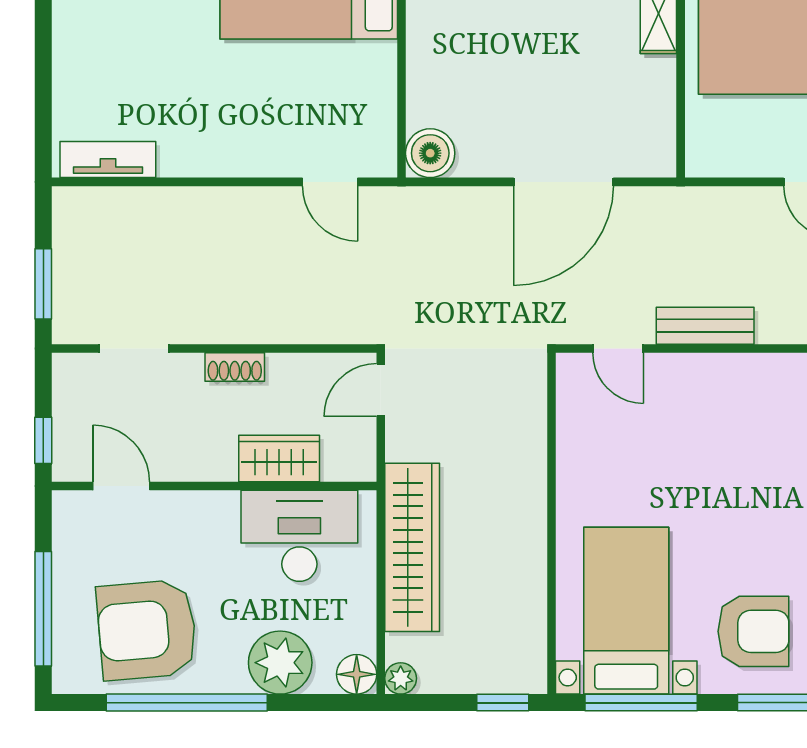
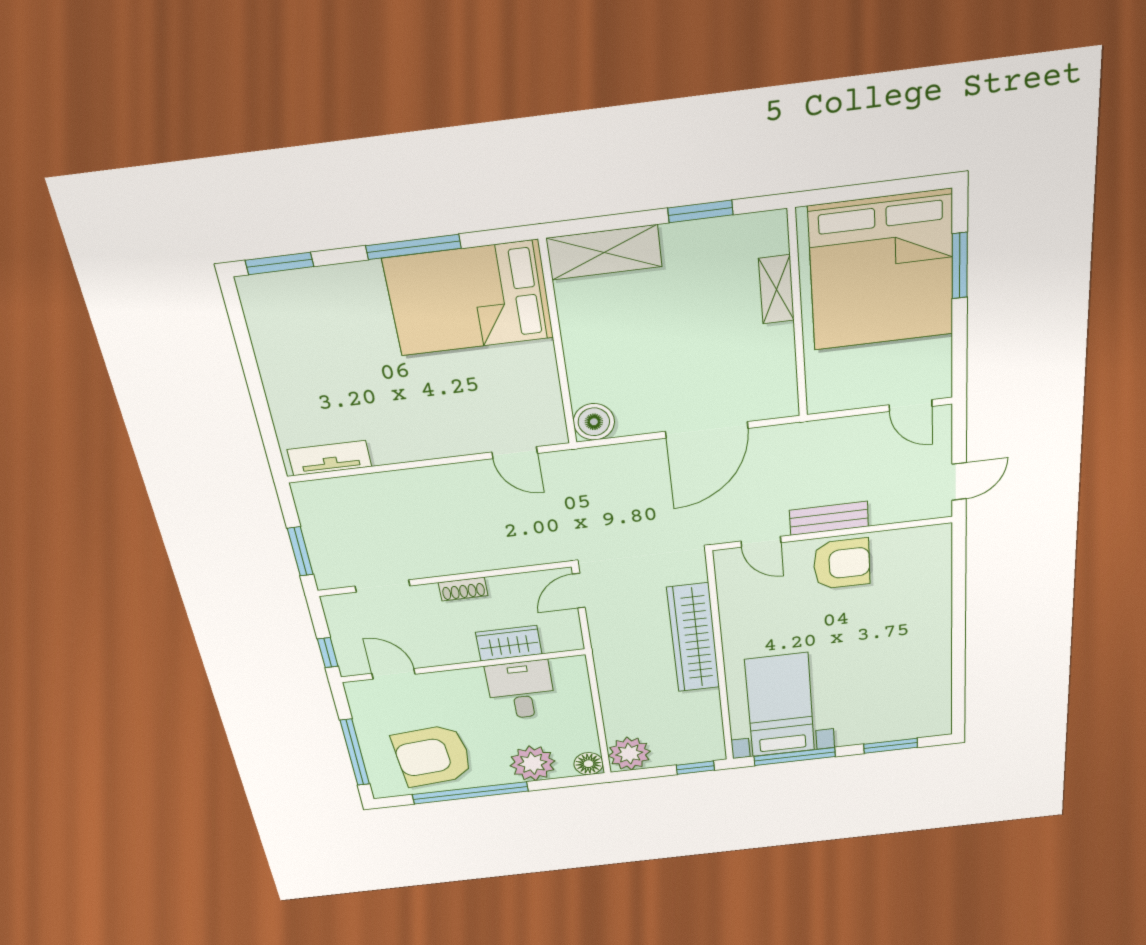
desk: (299, 536) -> (521, 690), width x0.73
wardrobe: (412, 547) -> (694, 638), moved, turned 180
armchair: (753, 631) -> (842, 564), moved
plant: (401, 678) -> (629, 754), width x1.88, depth x1.88

